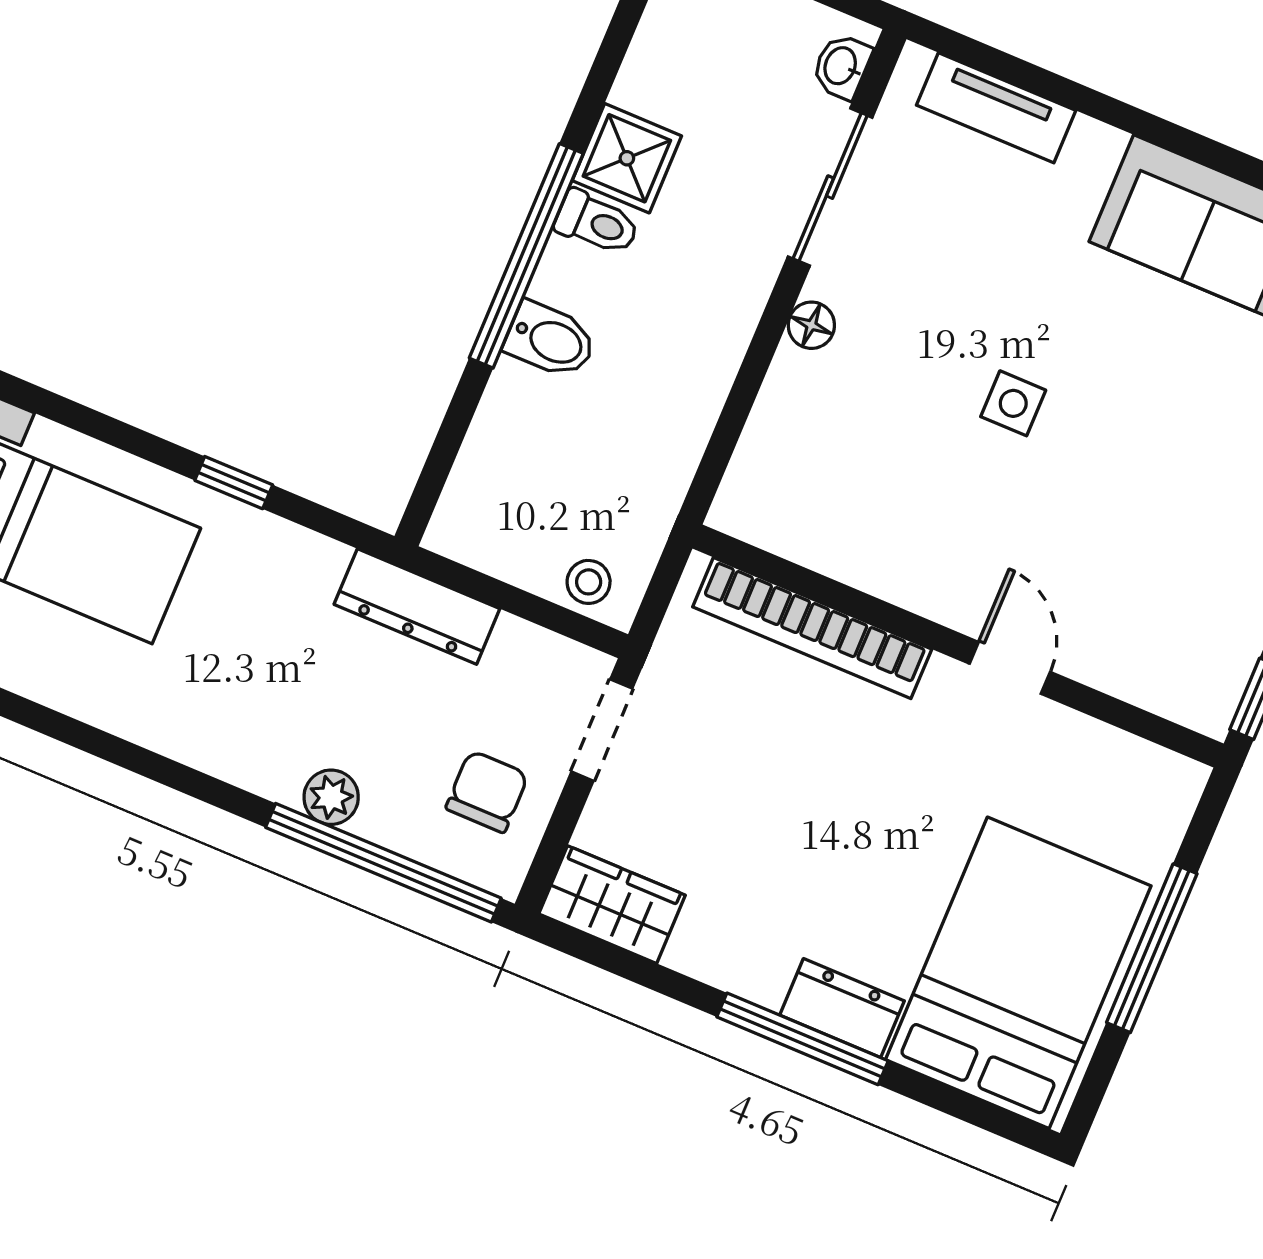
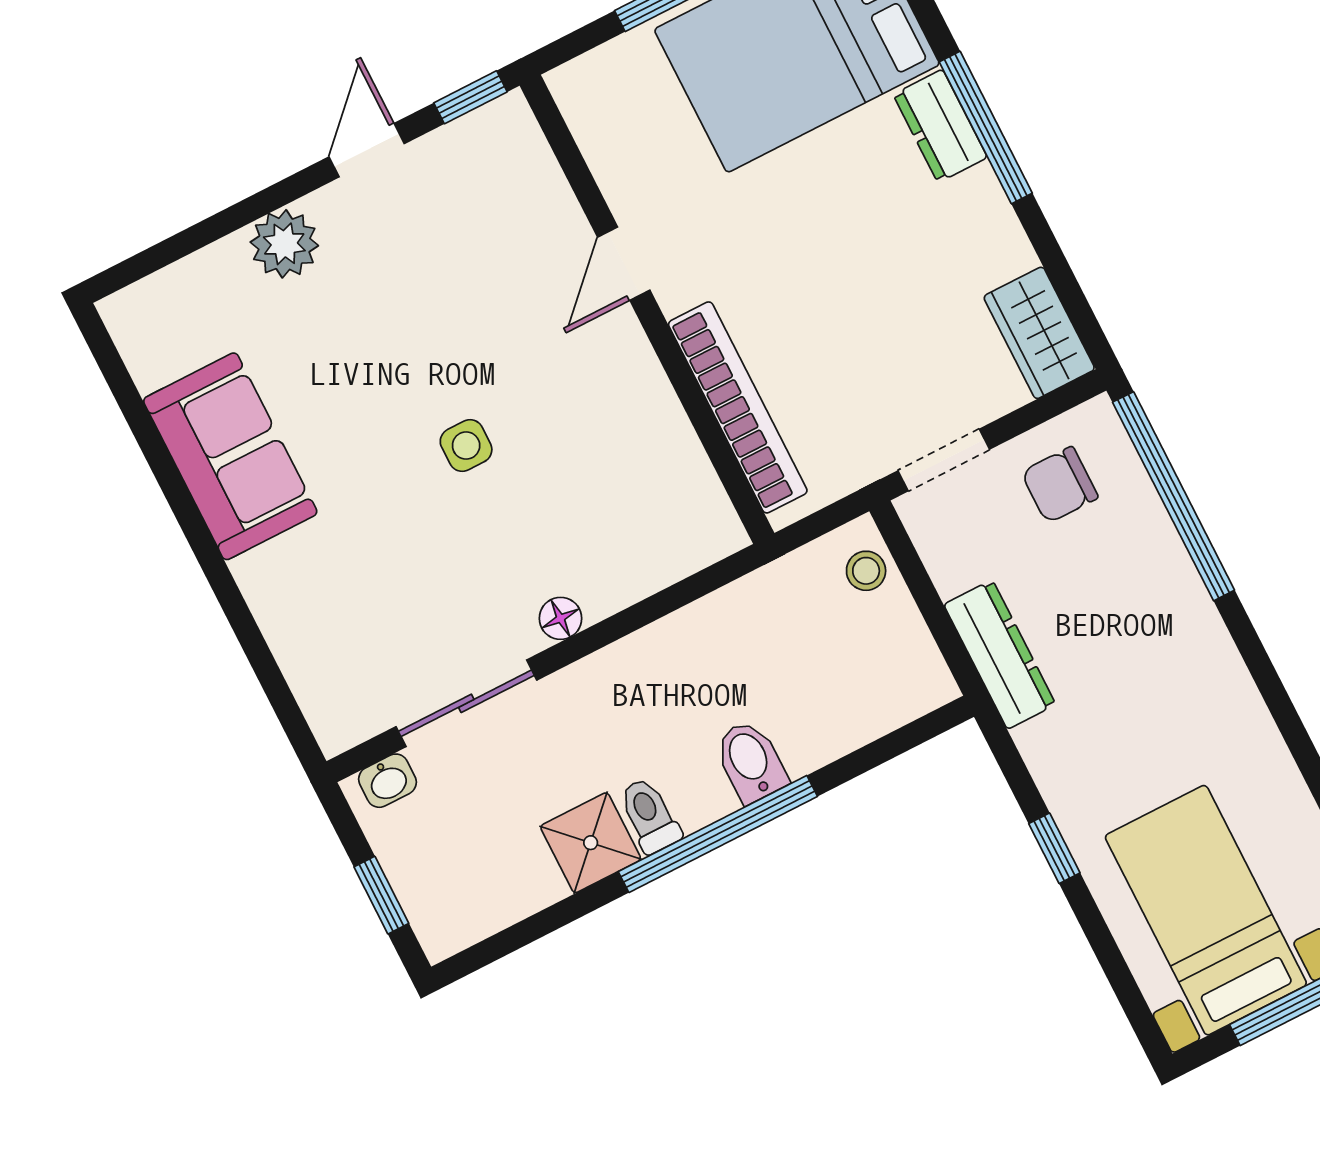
tv unit: (996, 108) -> (304, 661), removed
plant: (331, 797) -> (1171, 572), removed

